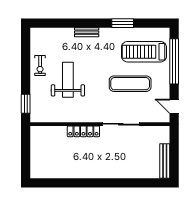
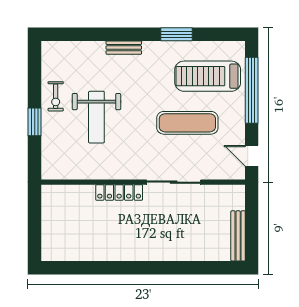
weight bench: (68, 80) -> (96, 117), turned 180
window: (26, 104) -> (35, 122), moved

